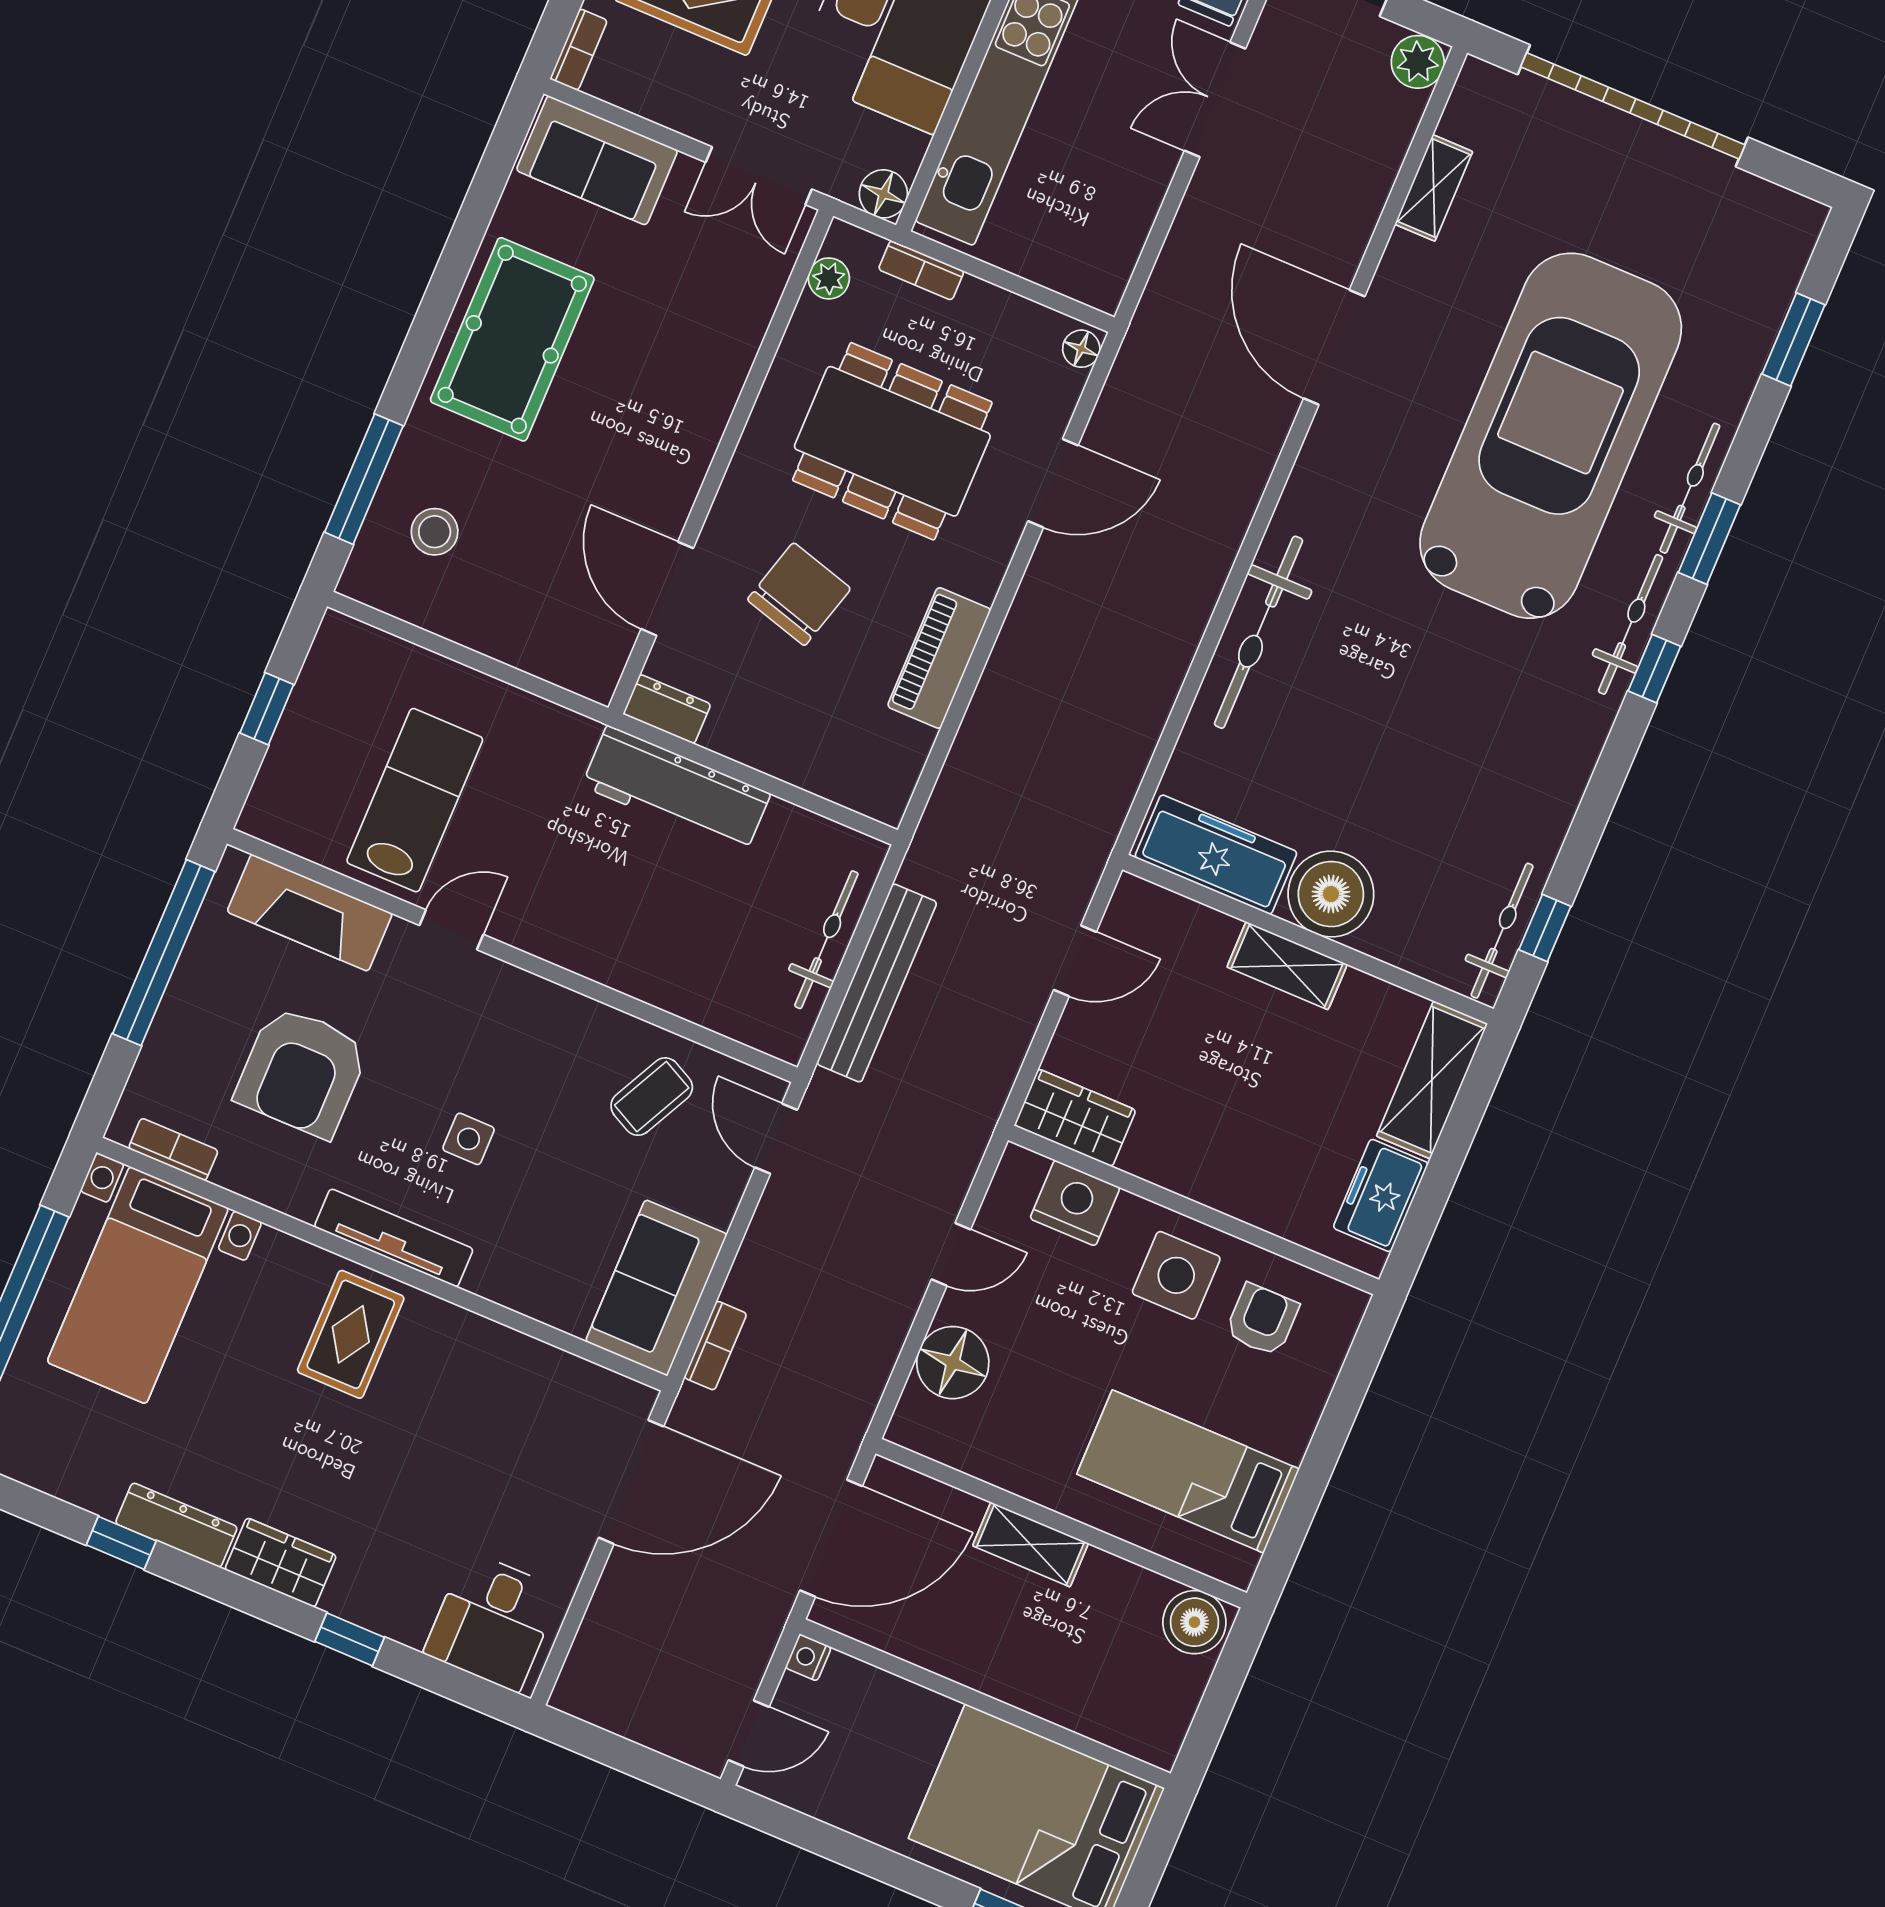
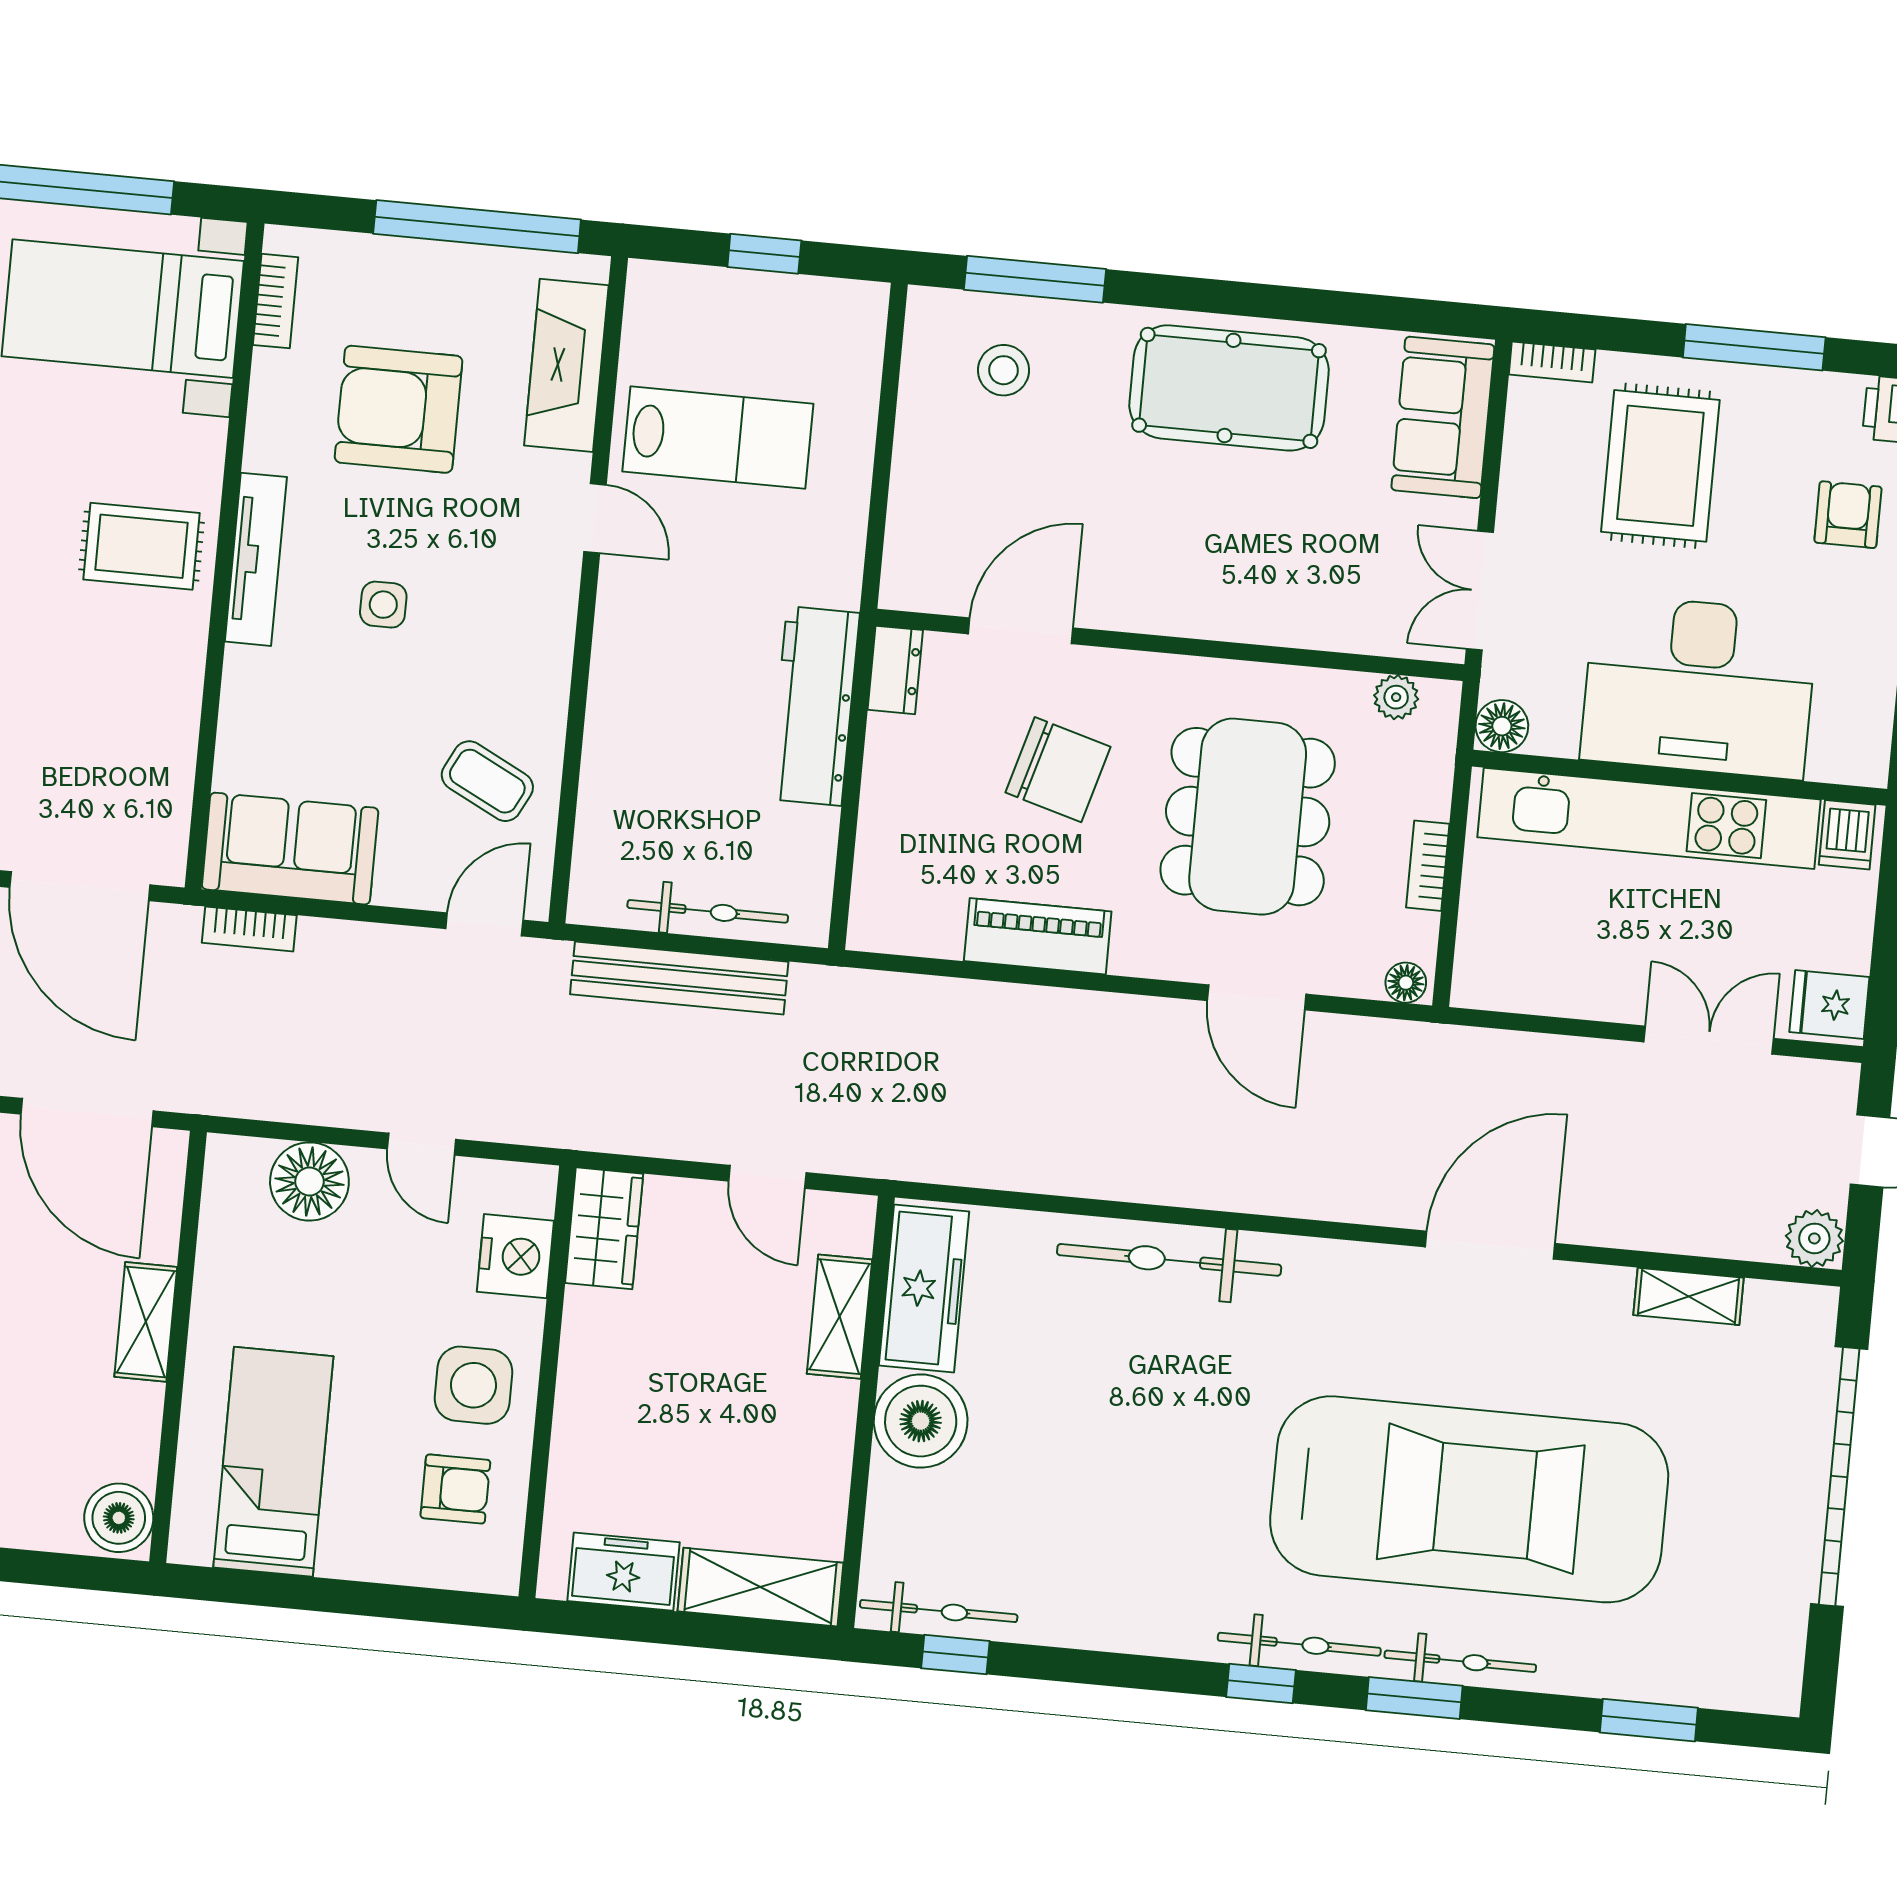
bookcase: (921, 270) -> (1428, 866), moved
shelving: (1287, 966) -> (840, 1317), moved

